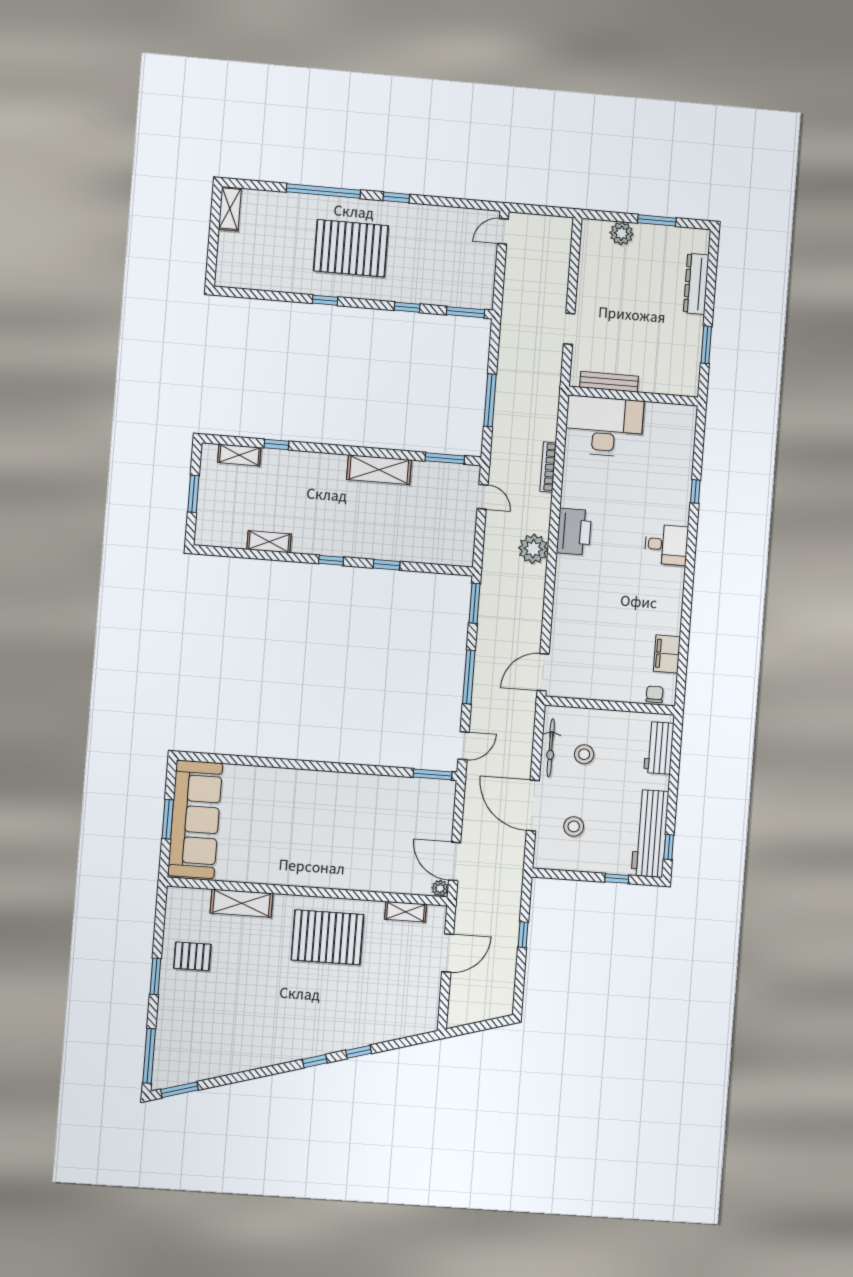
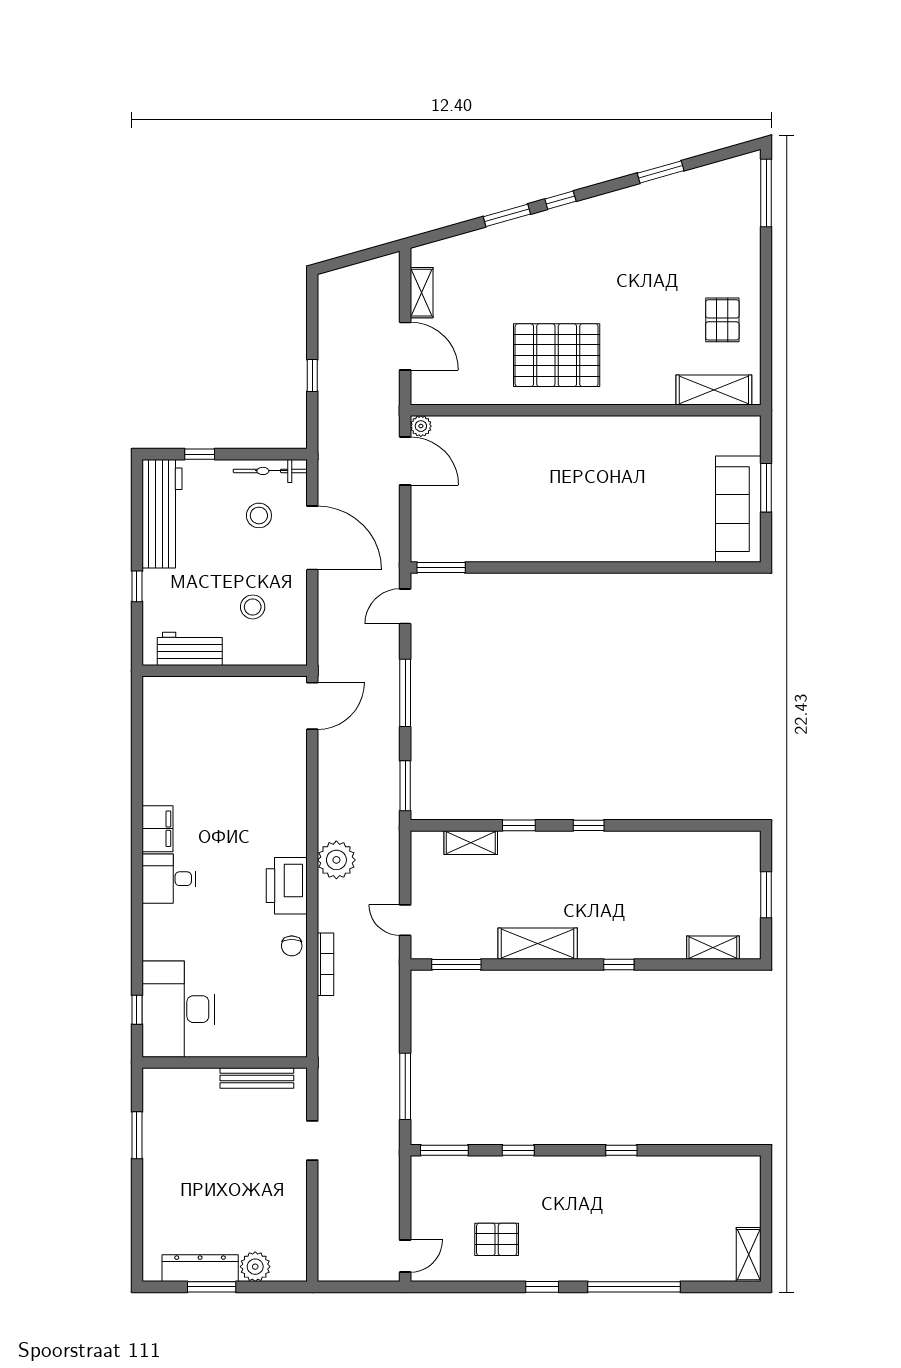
pallet: (351, 248) -> (497, 1239), moved, width x0.49, depth x0.50
dresser: (696, 284) -> (200, 1268), moved, turned -90
window: (490, 400) -> (405, 1086), moved
desk: (604, 426) -> (178, 1009), moved, turned 90
window: (276, 444) -> (619, 965), moved
window: (695, 491) -> (137, 1010), moved
shelving: (269, 542) -> (471, 843), moved
filing cabinet: (667, 654) -> (158, 829), moved
chair: (655, 694) -> (292, 946), moved
bicycle: (551, 748) -> (270, 471), moved, turned -90
workbench: (659, 748) -> (190, 649), moved, turned -90
sofa: (195, 819) -> (738, 509), width x0.74, depth x0.79
window: (669, 847) -> (137, 586), moved
shelving: (242, 903) -> (714, 390), moved
shelving: (405, 912) -> (422, 293), moved, turned 90
door: (448, 953) -> (405, 346), swing flipped
pallet: (192, 956) -> (722, 320), turned 90
window: (155, 976) -> (766, 292), removed
window: (359, 1052) -> (507, 215), width x1.50
window: (180, 1090) -> (661, 172), moved

